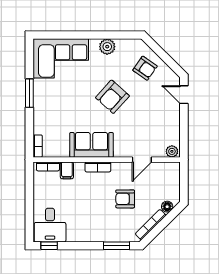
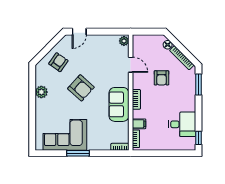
corner sofa: (61, 58) -> (65, 135), moved, turned -90
desk: (50, 225) -> (182, 124), moved

